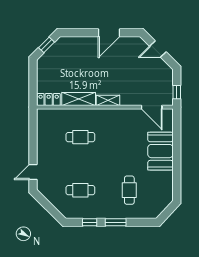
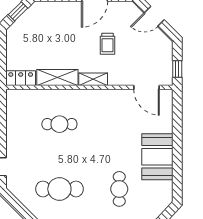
trolley: (120, 71) -> (108, 44), added
booth: (160, 151) -> (157, 157), moved
cafe table: (80, 190) -> (59, 189), width x1.37, depth x1.35

